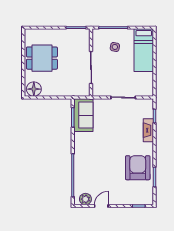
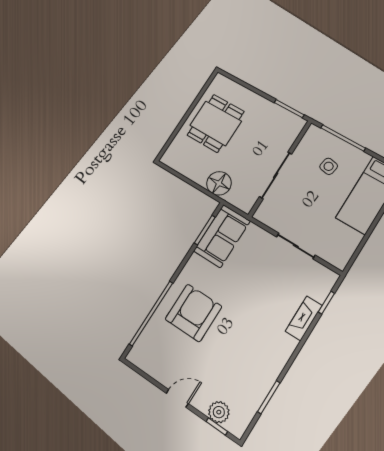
dining table: (42, 58) -> (216, 123), turned 90
floor lamp: (34, 89) -> (219, 183), moved
armchair: (138, 168) -> (193, 313), moved
plant: (85, 199) -> (219, 412), moved
door: (101, 206) -> (177, 398), moved

